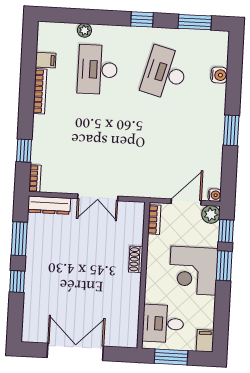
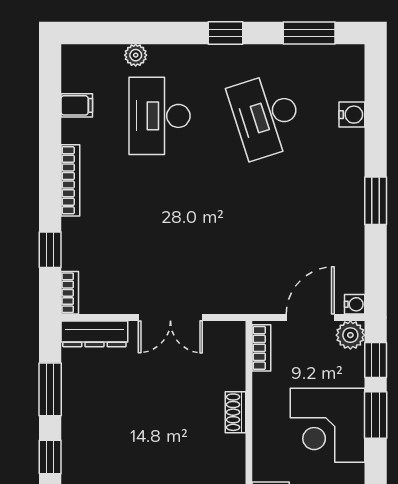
desk: (165, 73) -> (266, 116), turned -33
bookcase: (40, 91) -> (70, 180), moved

